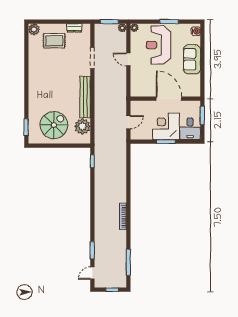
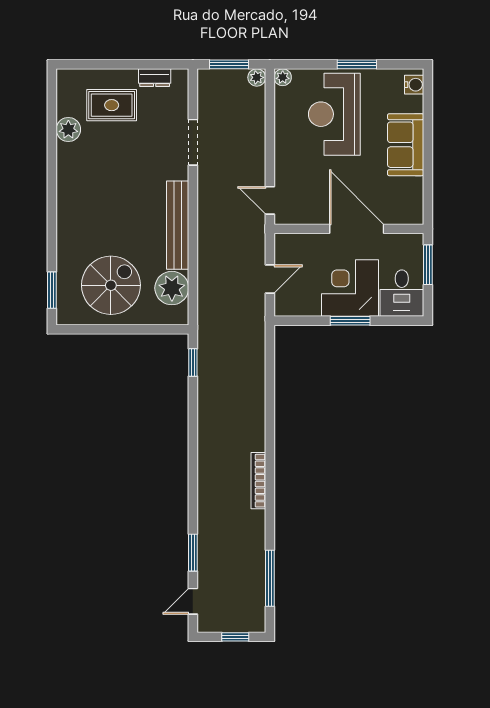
plant: (34, 29) -> (68, 129), moved
door: (128, 59) -> (270, 200), moved

